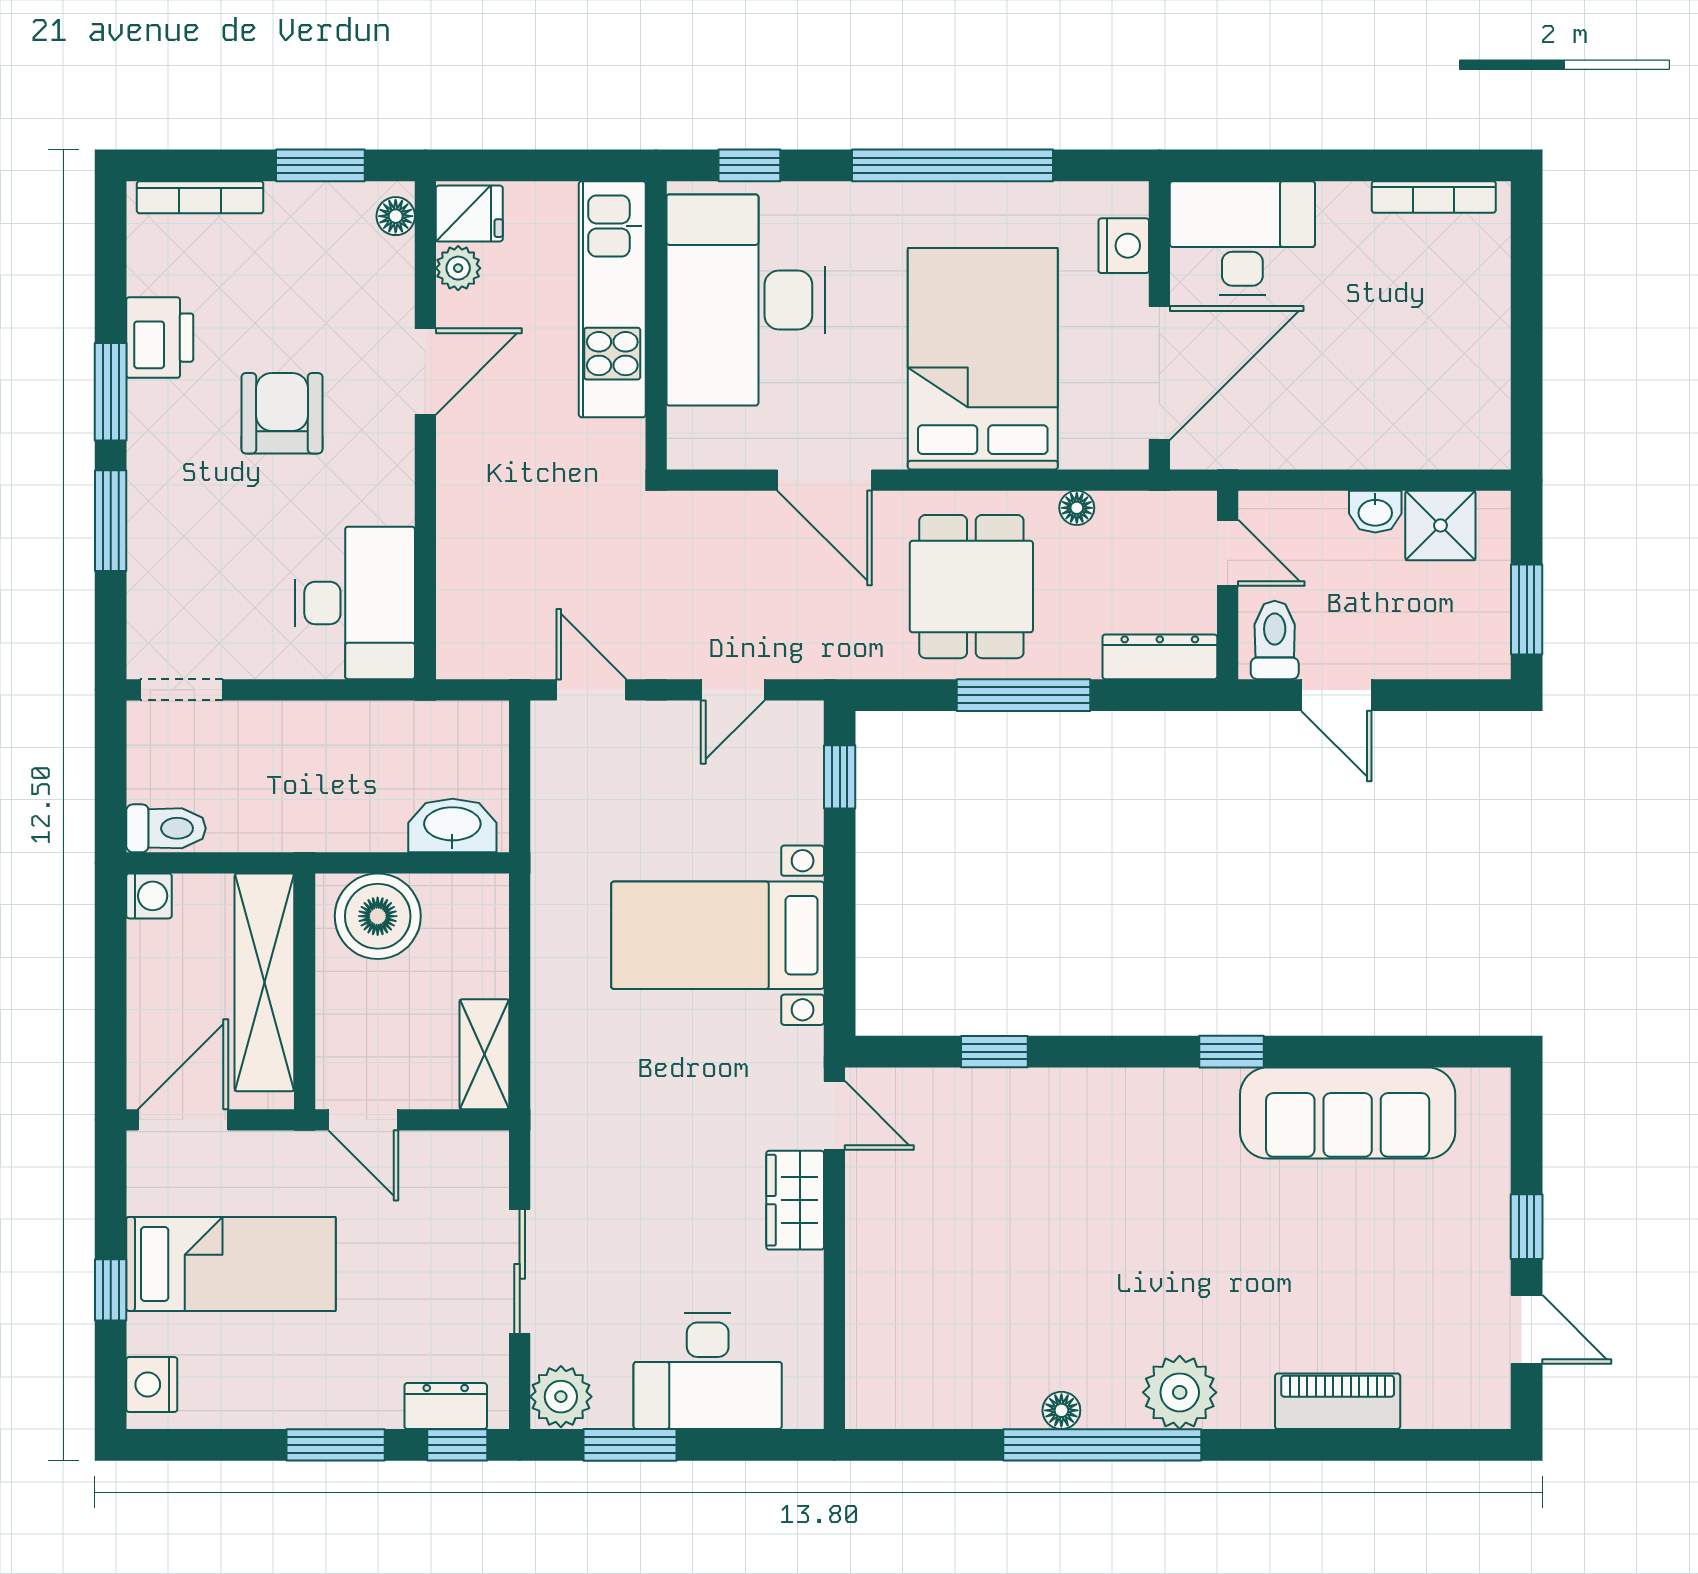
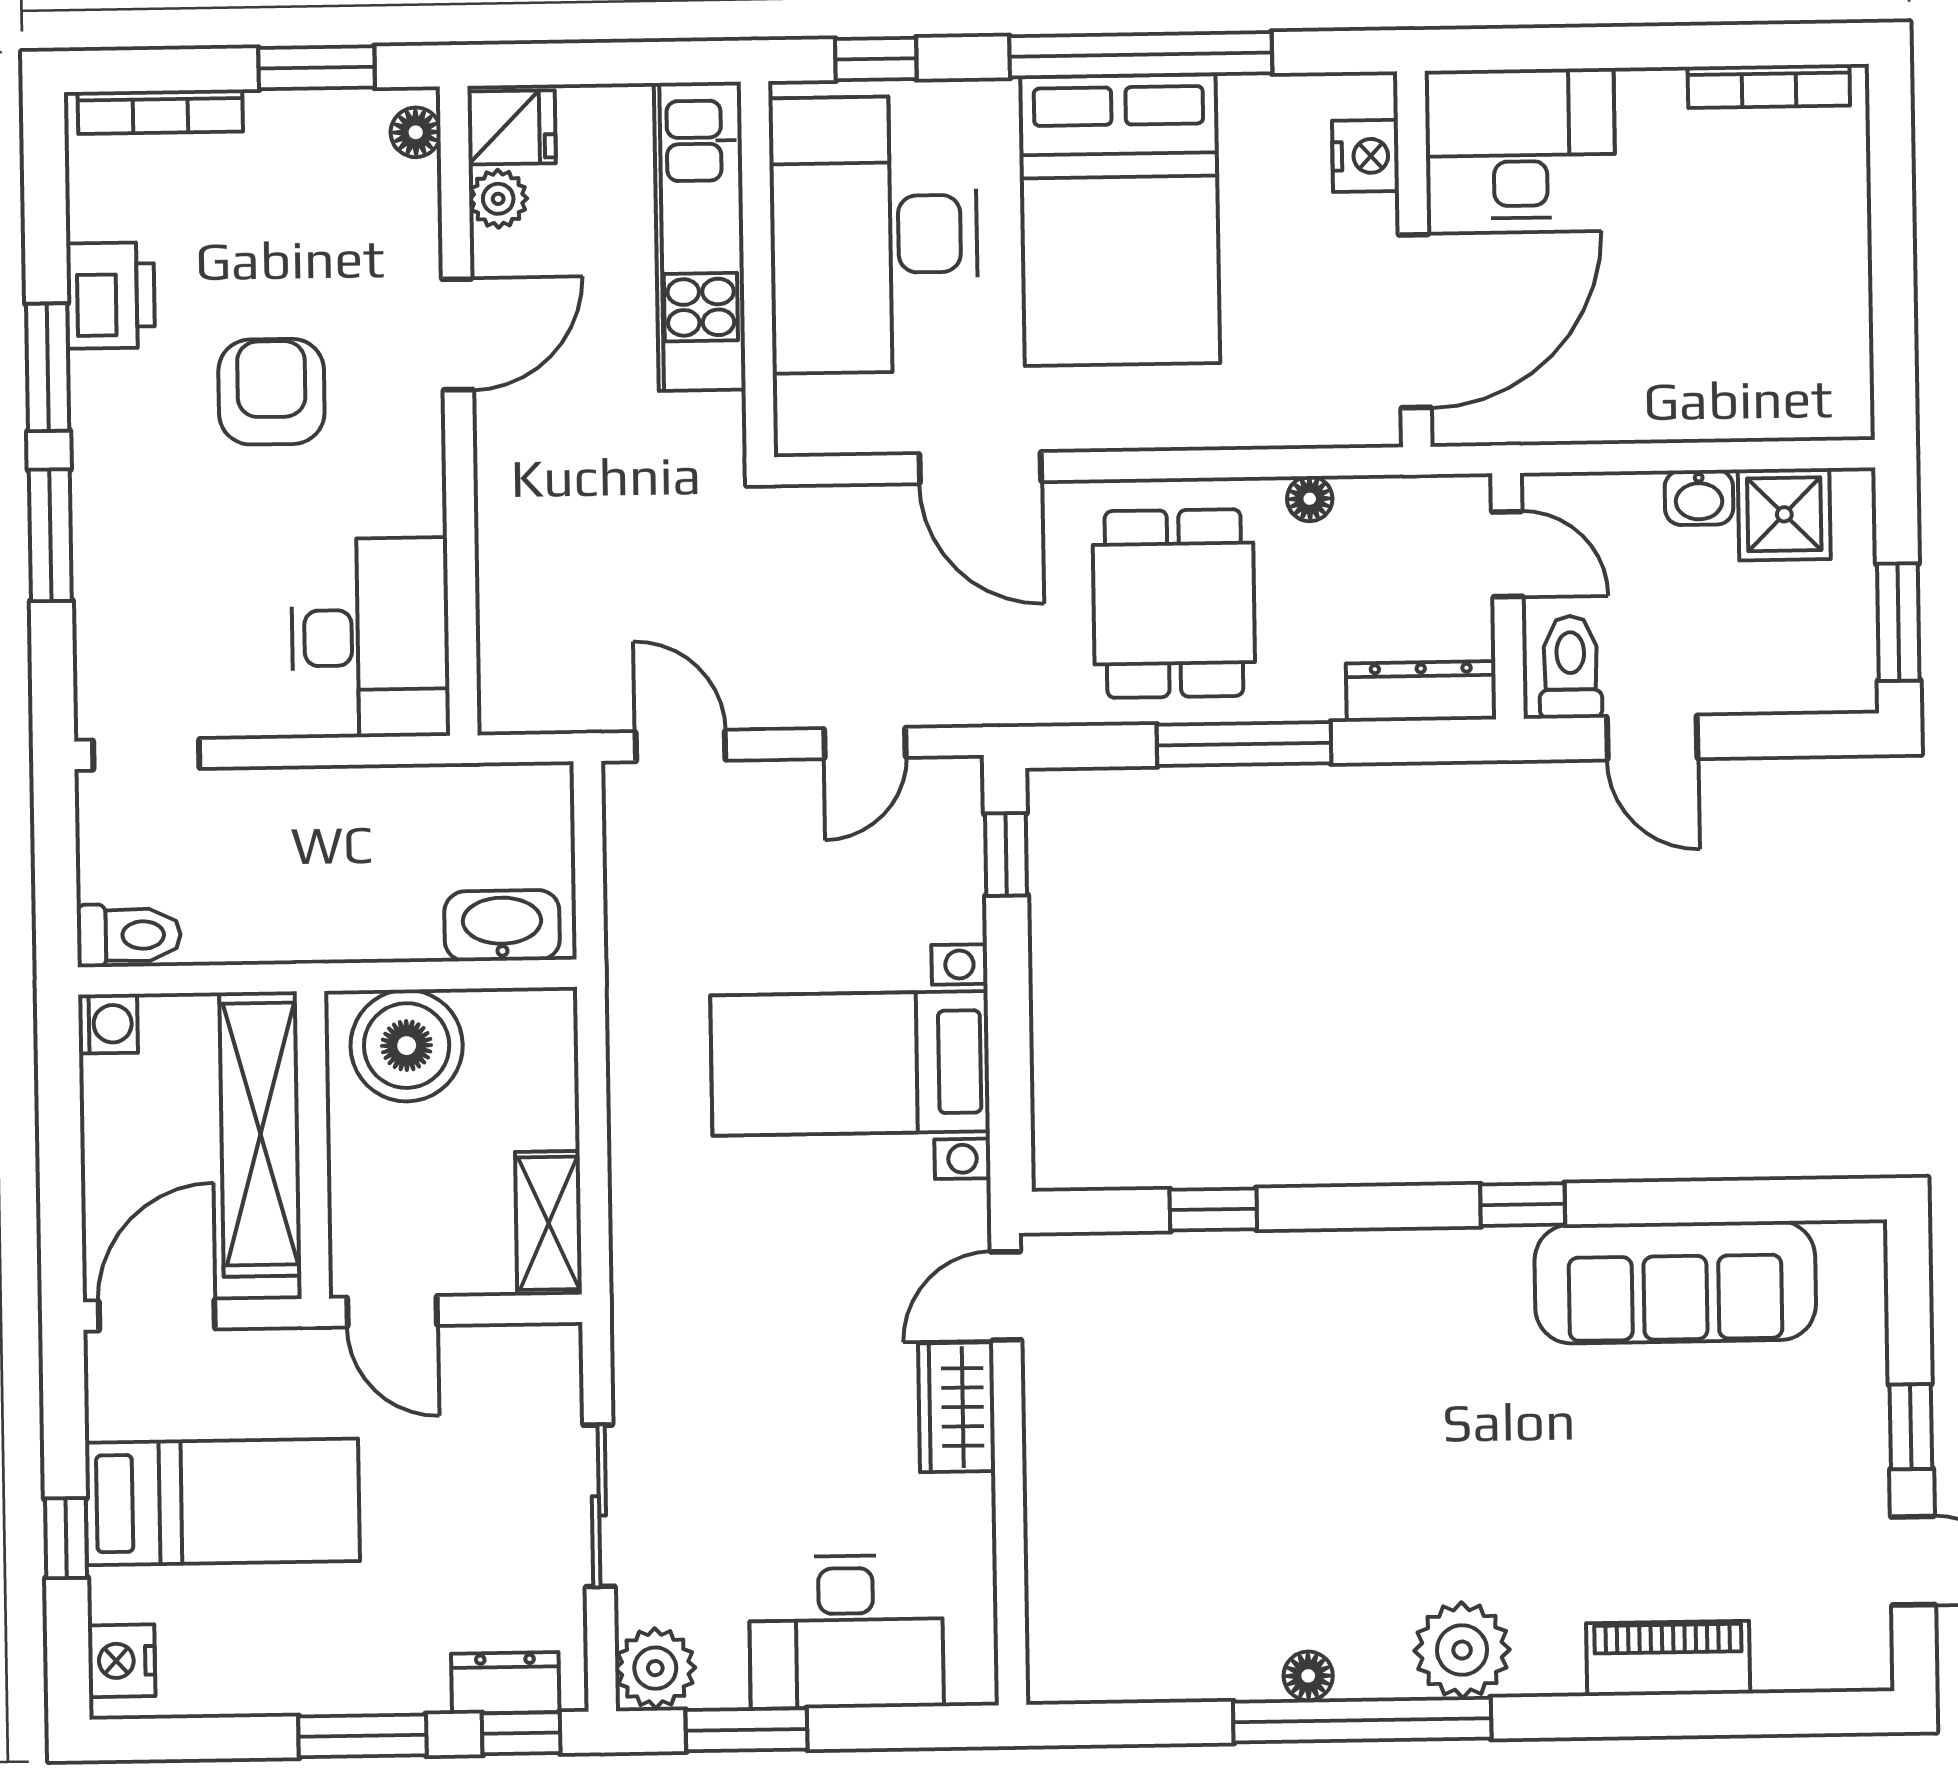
bed: (983, 359) -> (1120, 220), moved, turned 180
door: (834, 1115) -> (1006, 1296), swing flipped

